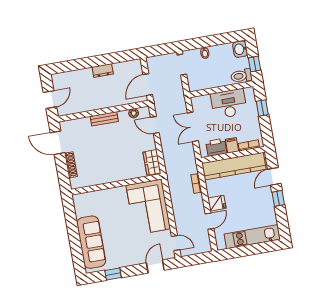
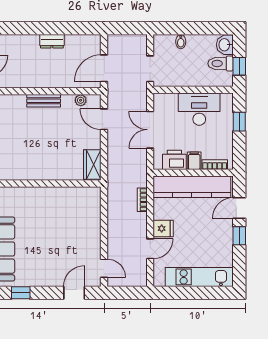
doorway: (182, 65) -> (150, 69), moved
toilet: (241, 76) -> (221, 63), moved
corner sofa: (148, 207) -> (78, 218), removed

